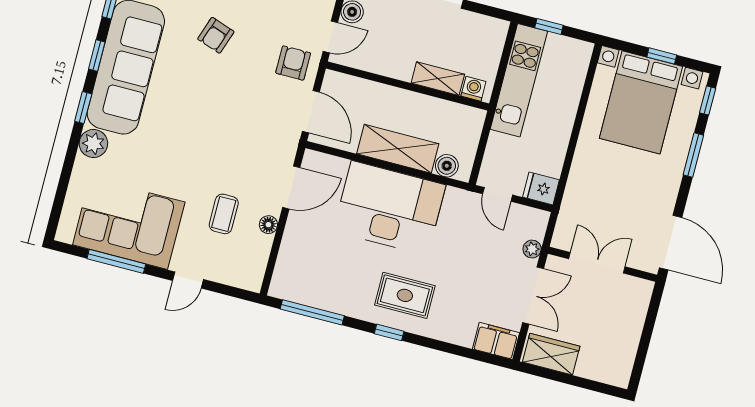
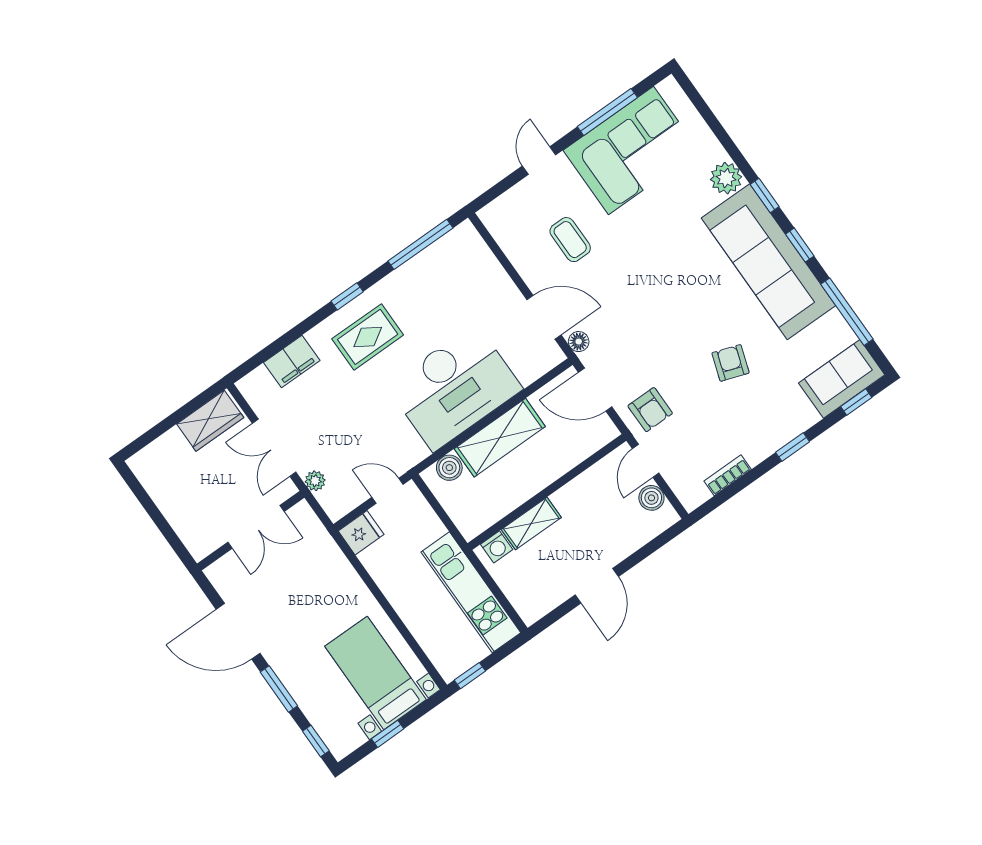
window: (549, 26) -> (470, 676), moved
bed with nightstands: (641, 102) -> (375, 673), width x0.73
door: (291, 187) -> (544, 317), swing flipped
floor lamp: (268, 225) -> (579, 342), moved
door: (671, 243) -> (238, 631), moved
filing cabinet: (496, 341) -> (292, 361), moved

